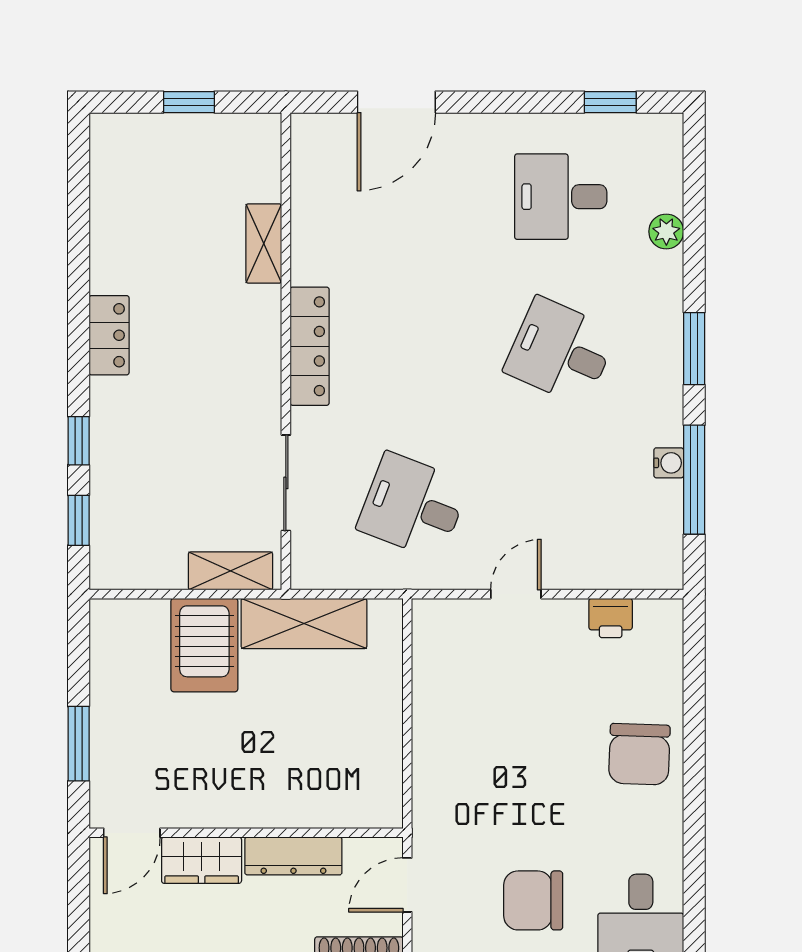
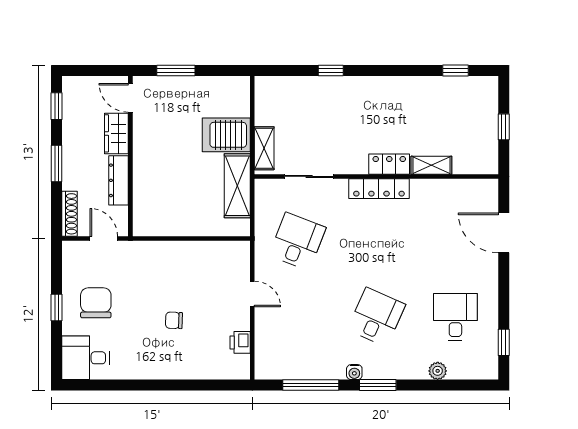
locker: (109, 335) -> (389, 164), moved, turned 180
water cooler: (669, 463) -> (354, 372), moved
window: (79, 520) -> (455, 71), moved
chair: (639, 754) -> (174, 320), moved, width x0.54, depth x0.54

